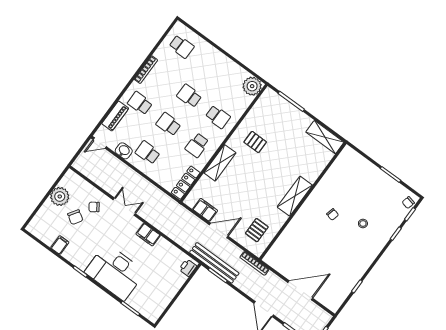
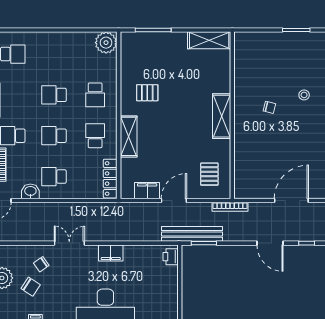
school desk: (218, 117) -> (95, 95), turned 90
school desk: (197, 145) -> (95, 136), turned 180

